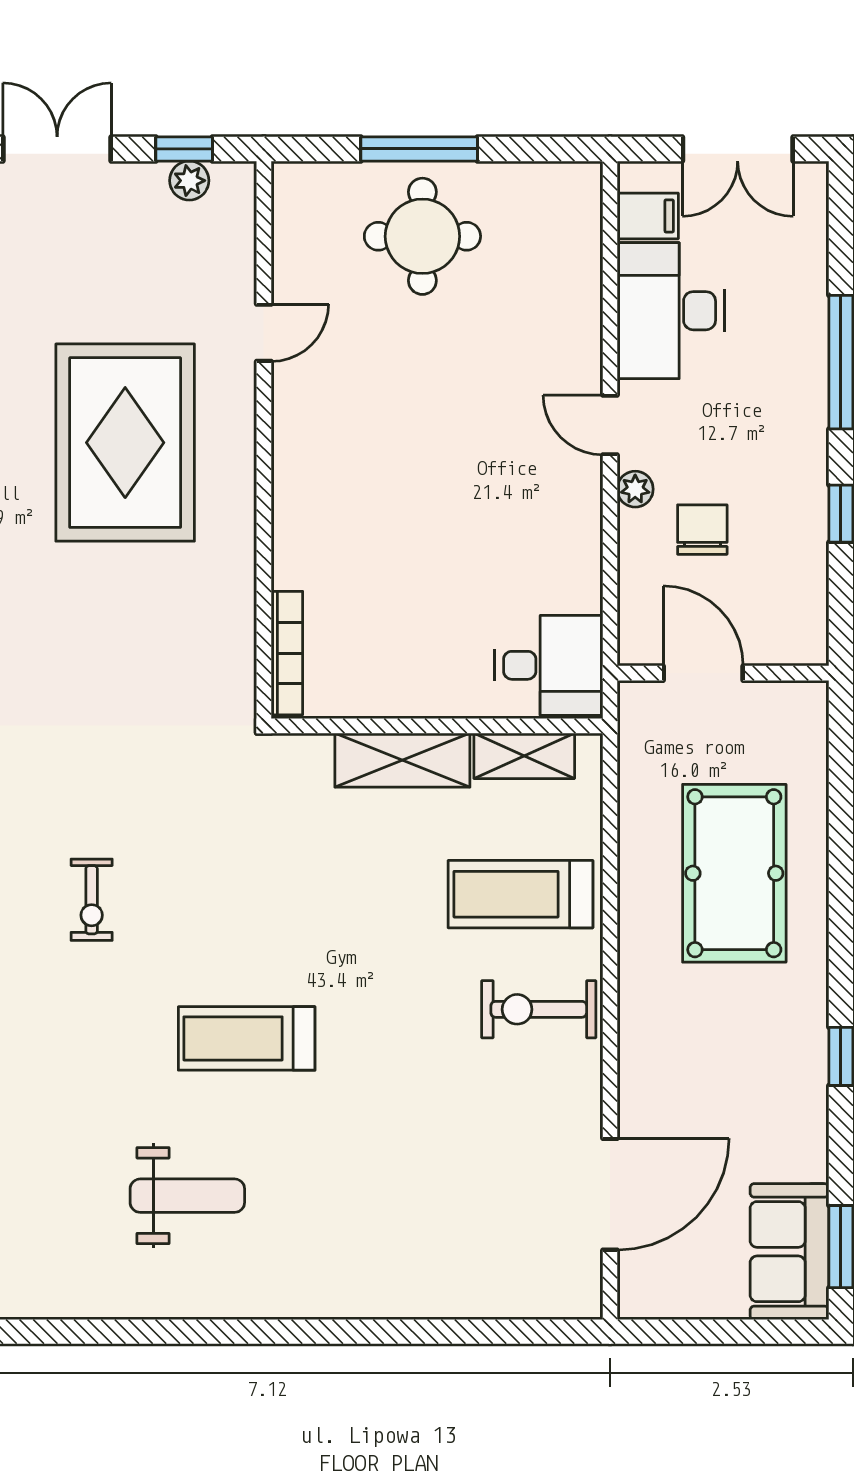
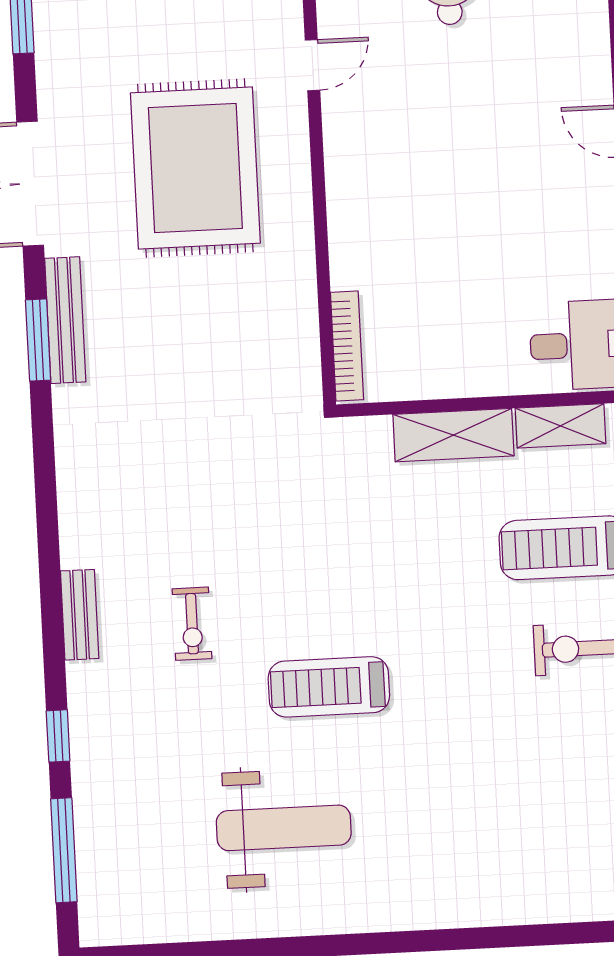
exercise bike: (92, 900) -> (192, 624), moved
weight bench: (187, 1196) -> (284, 828), width x1.36, depth x1.33

